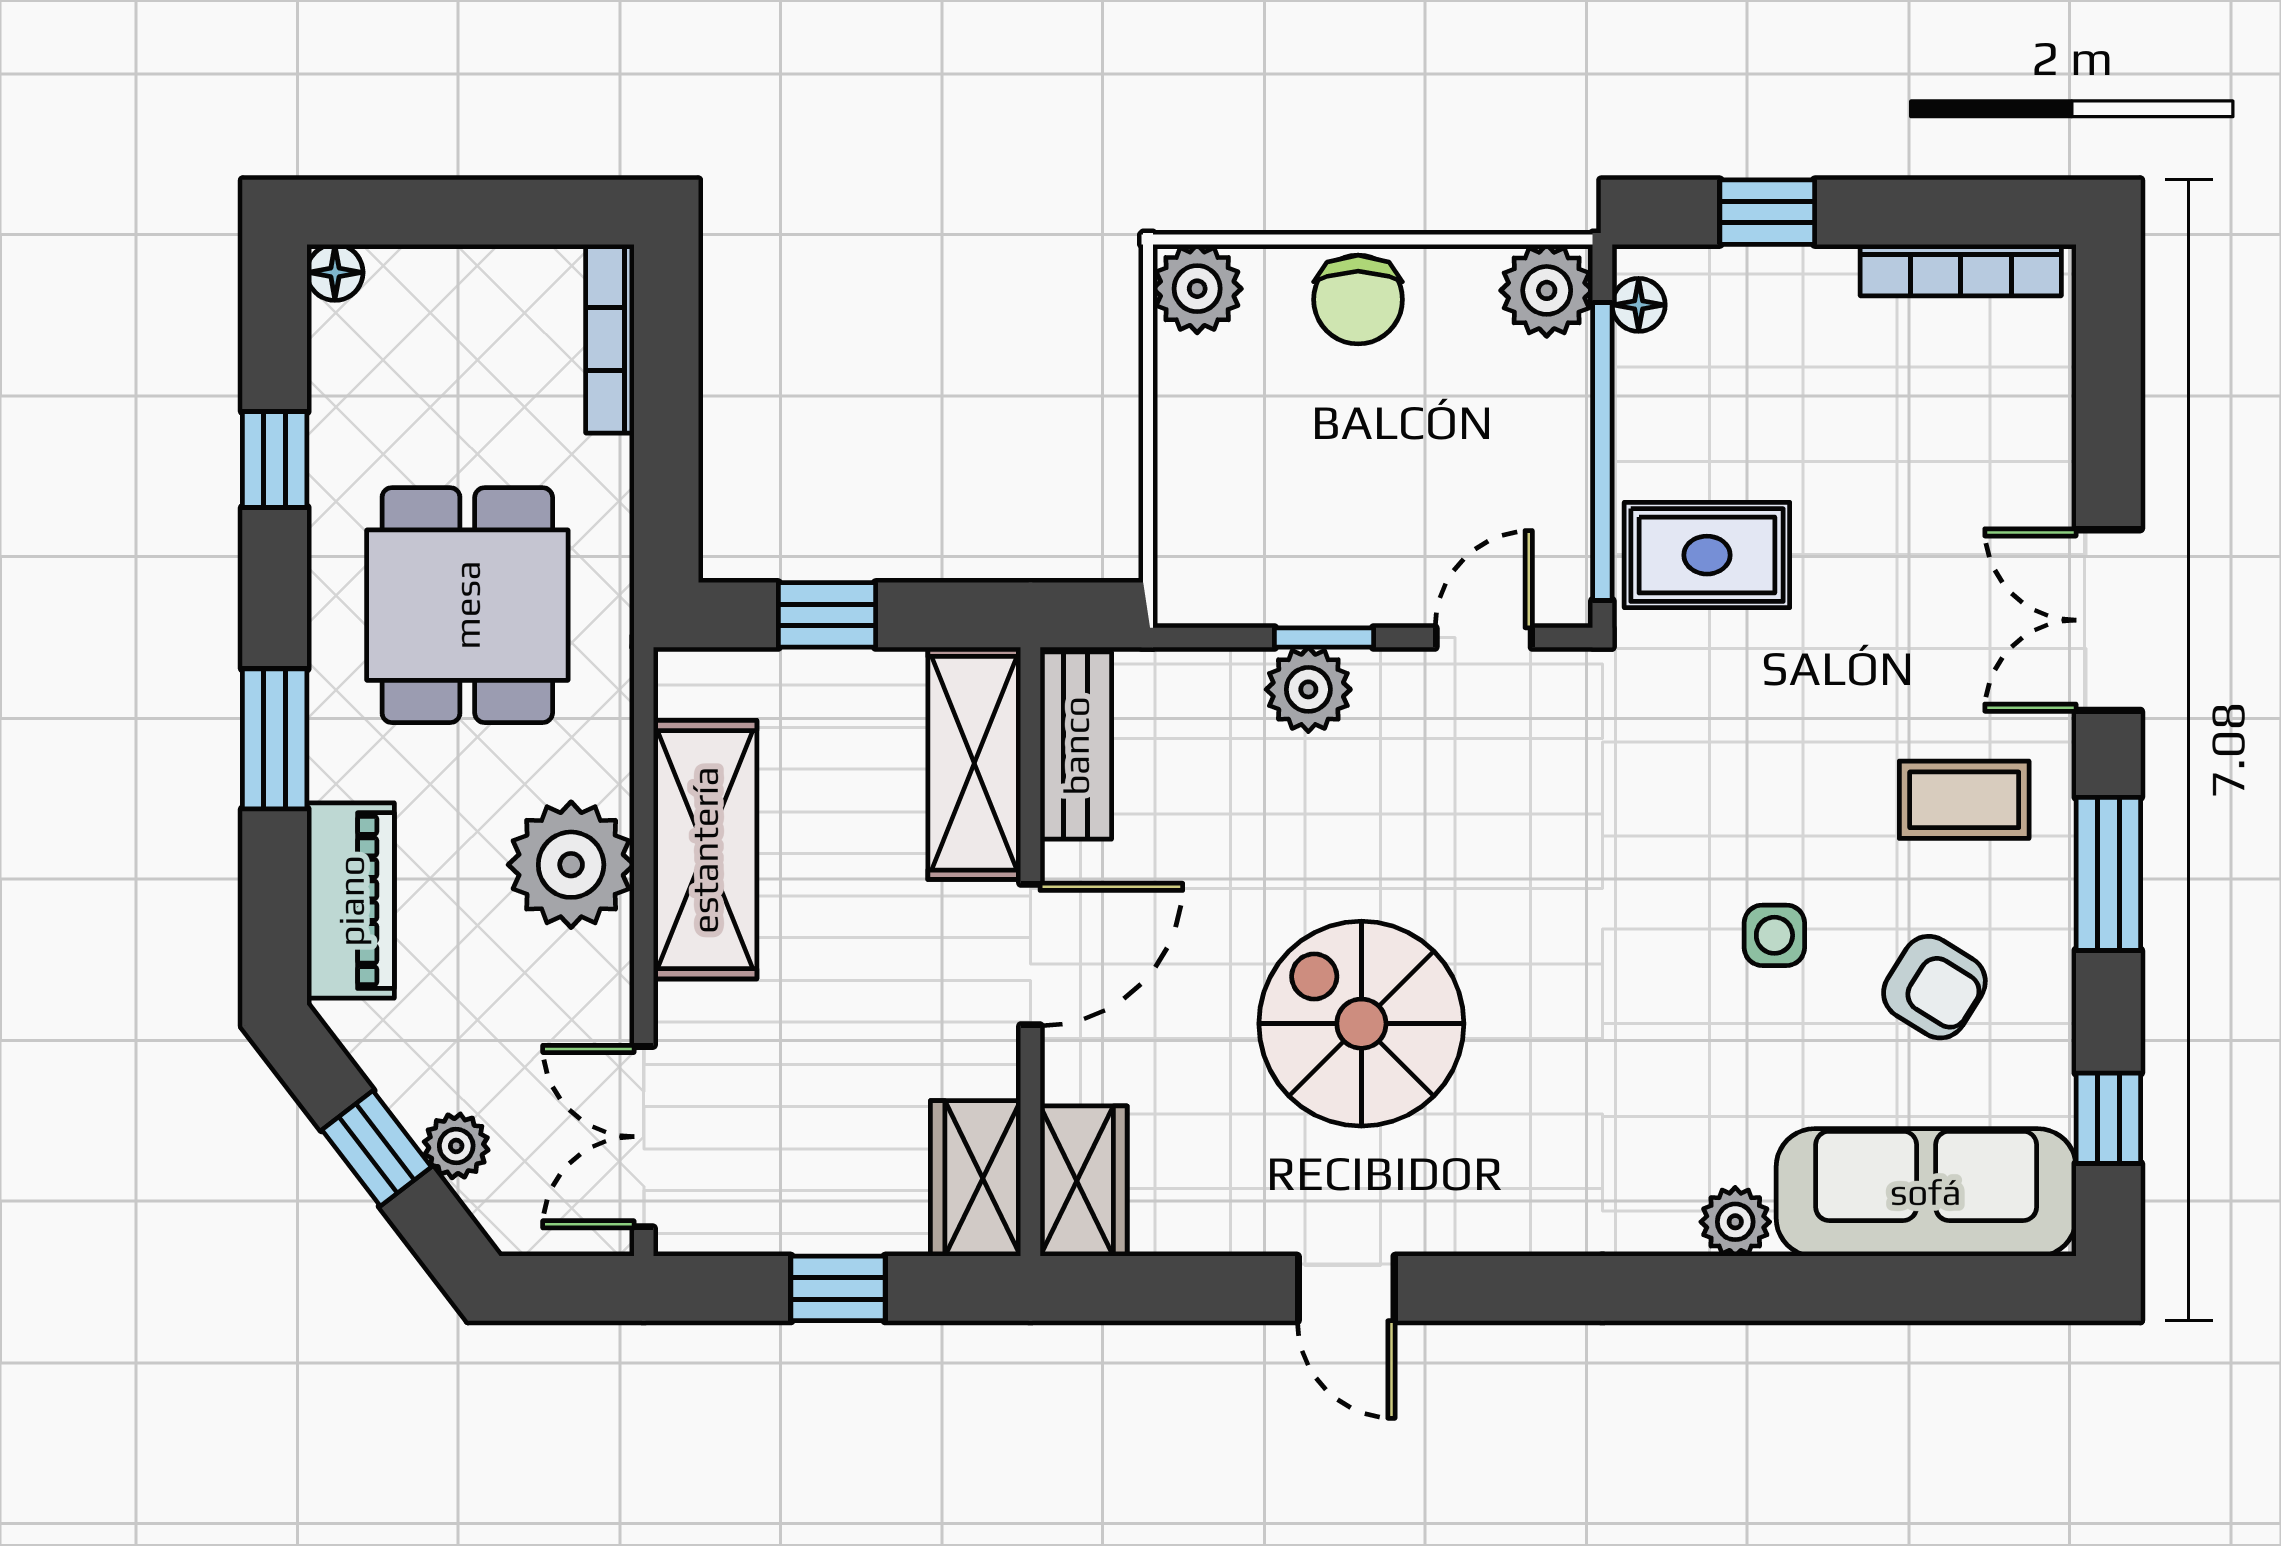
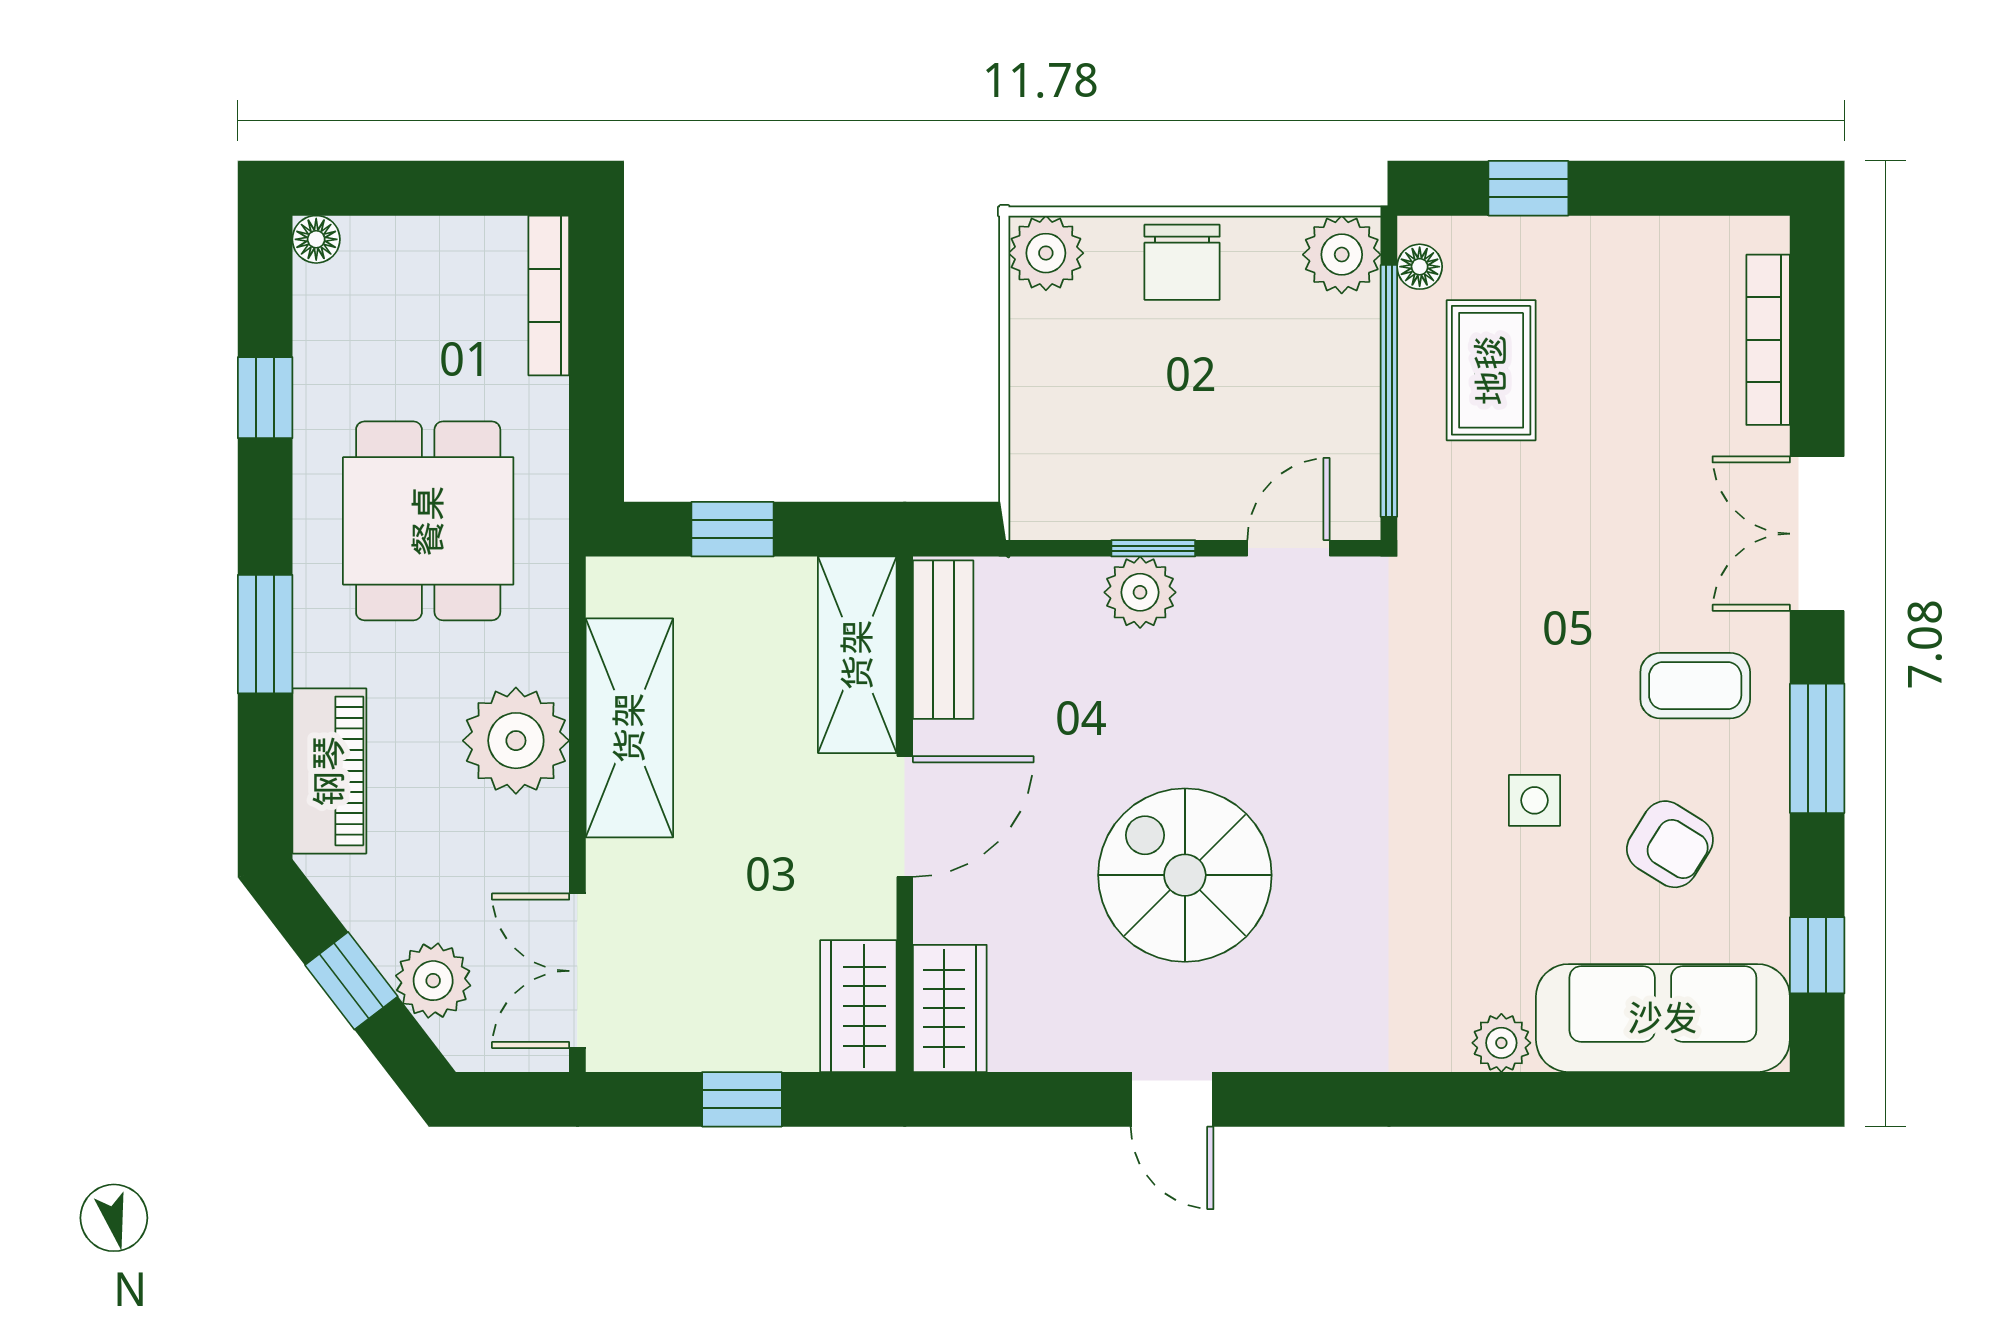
bookcase: (1961, 270) -> (1768, 340), moved, turned 90
rug: (1707, 555) -> (1491, 370), moved, turned 90
plant: (456, 1146) -> (433, 981), width x1.38, depth x1.38

